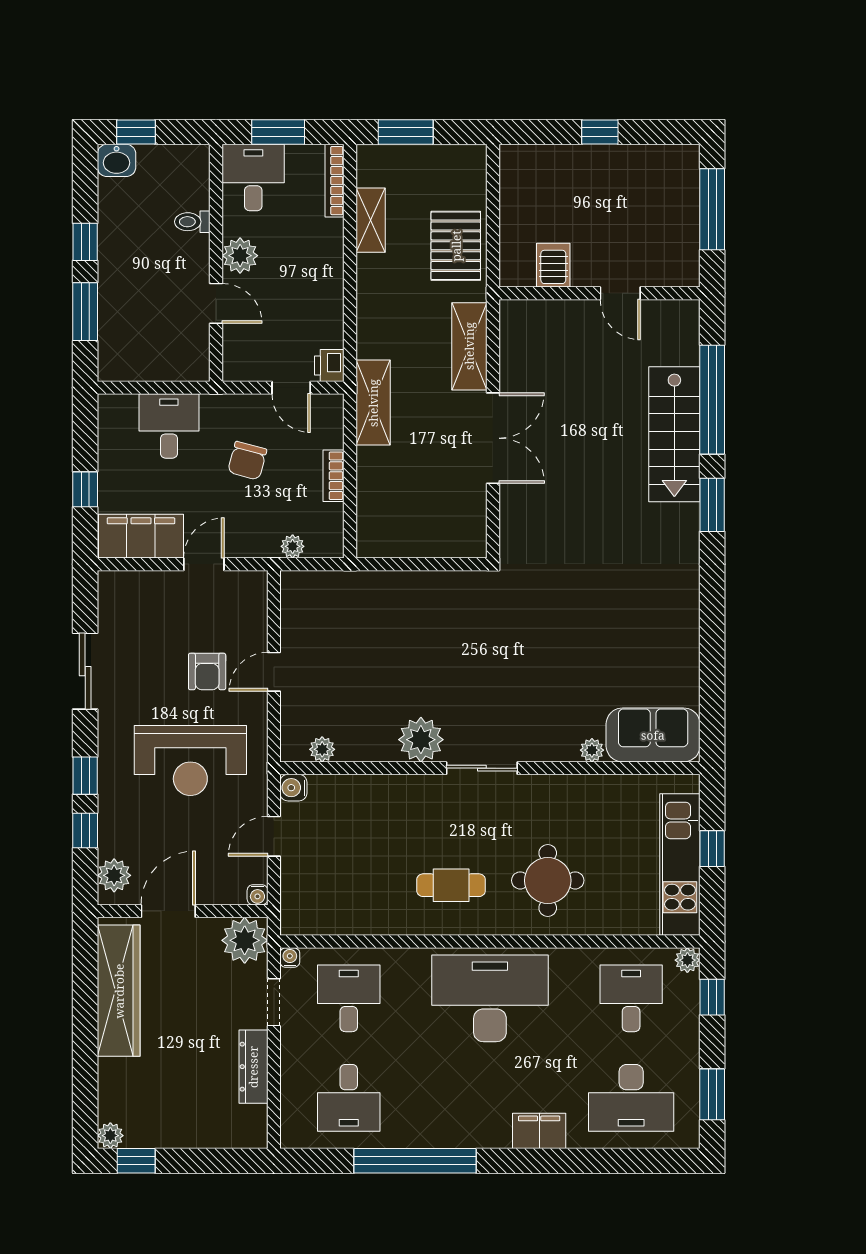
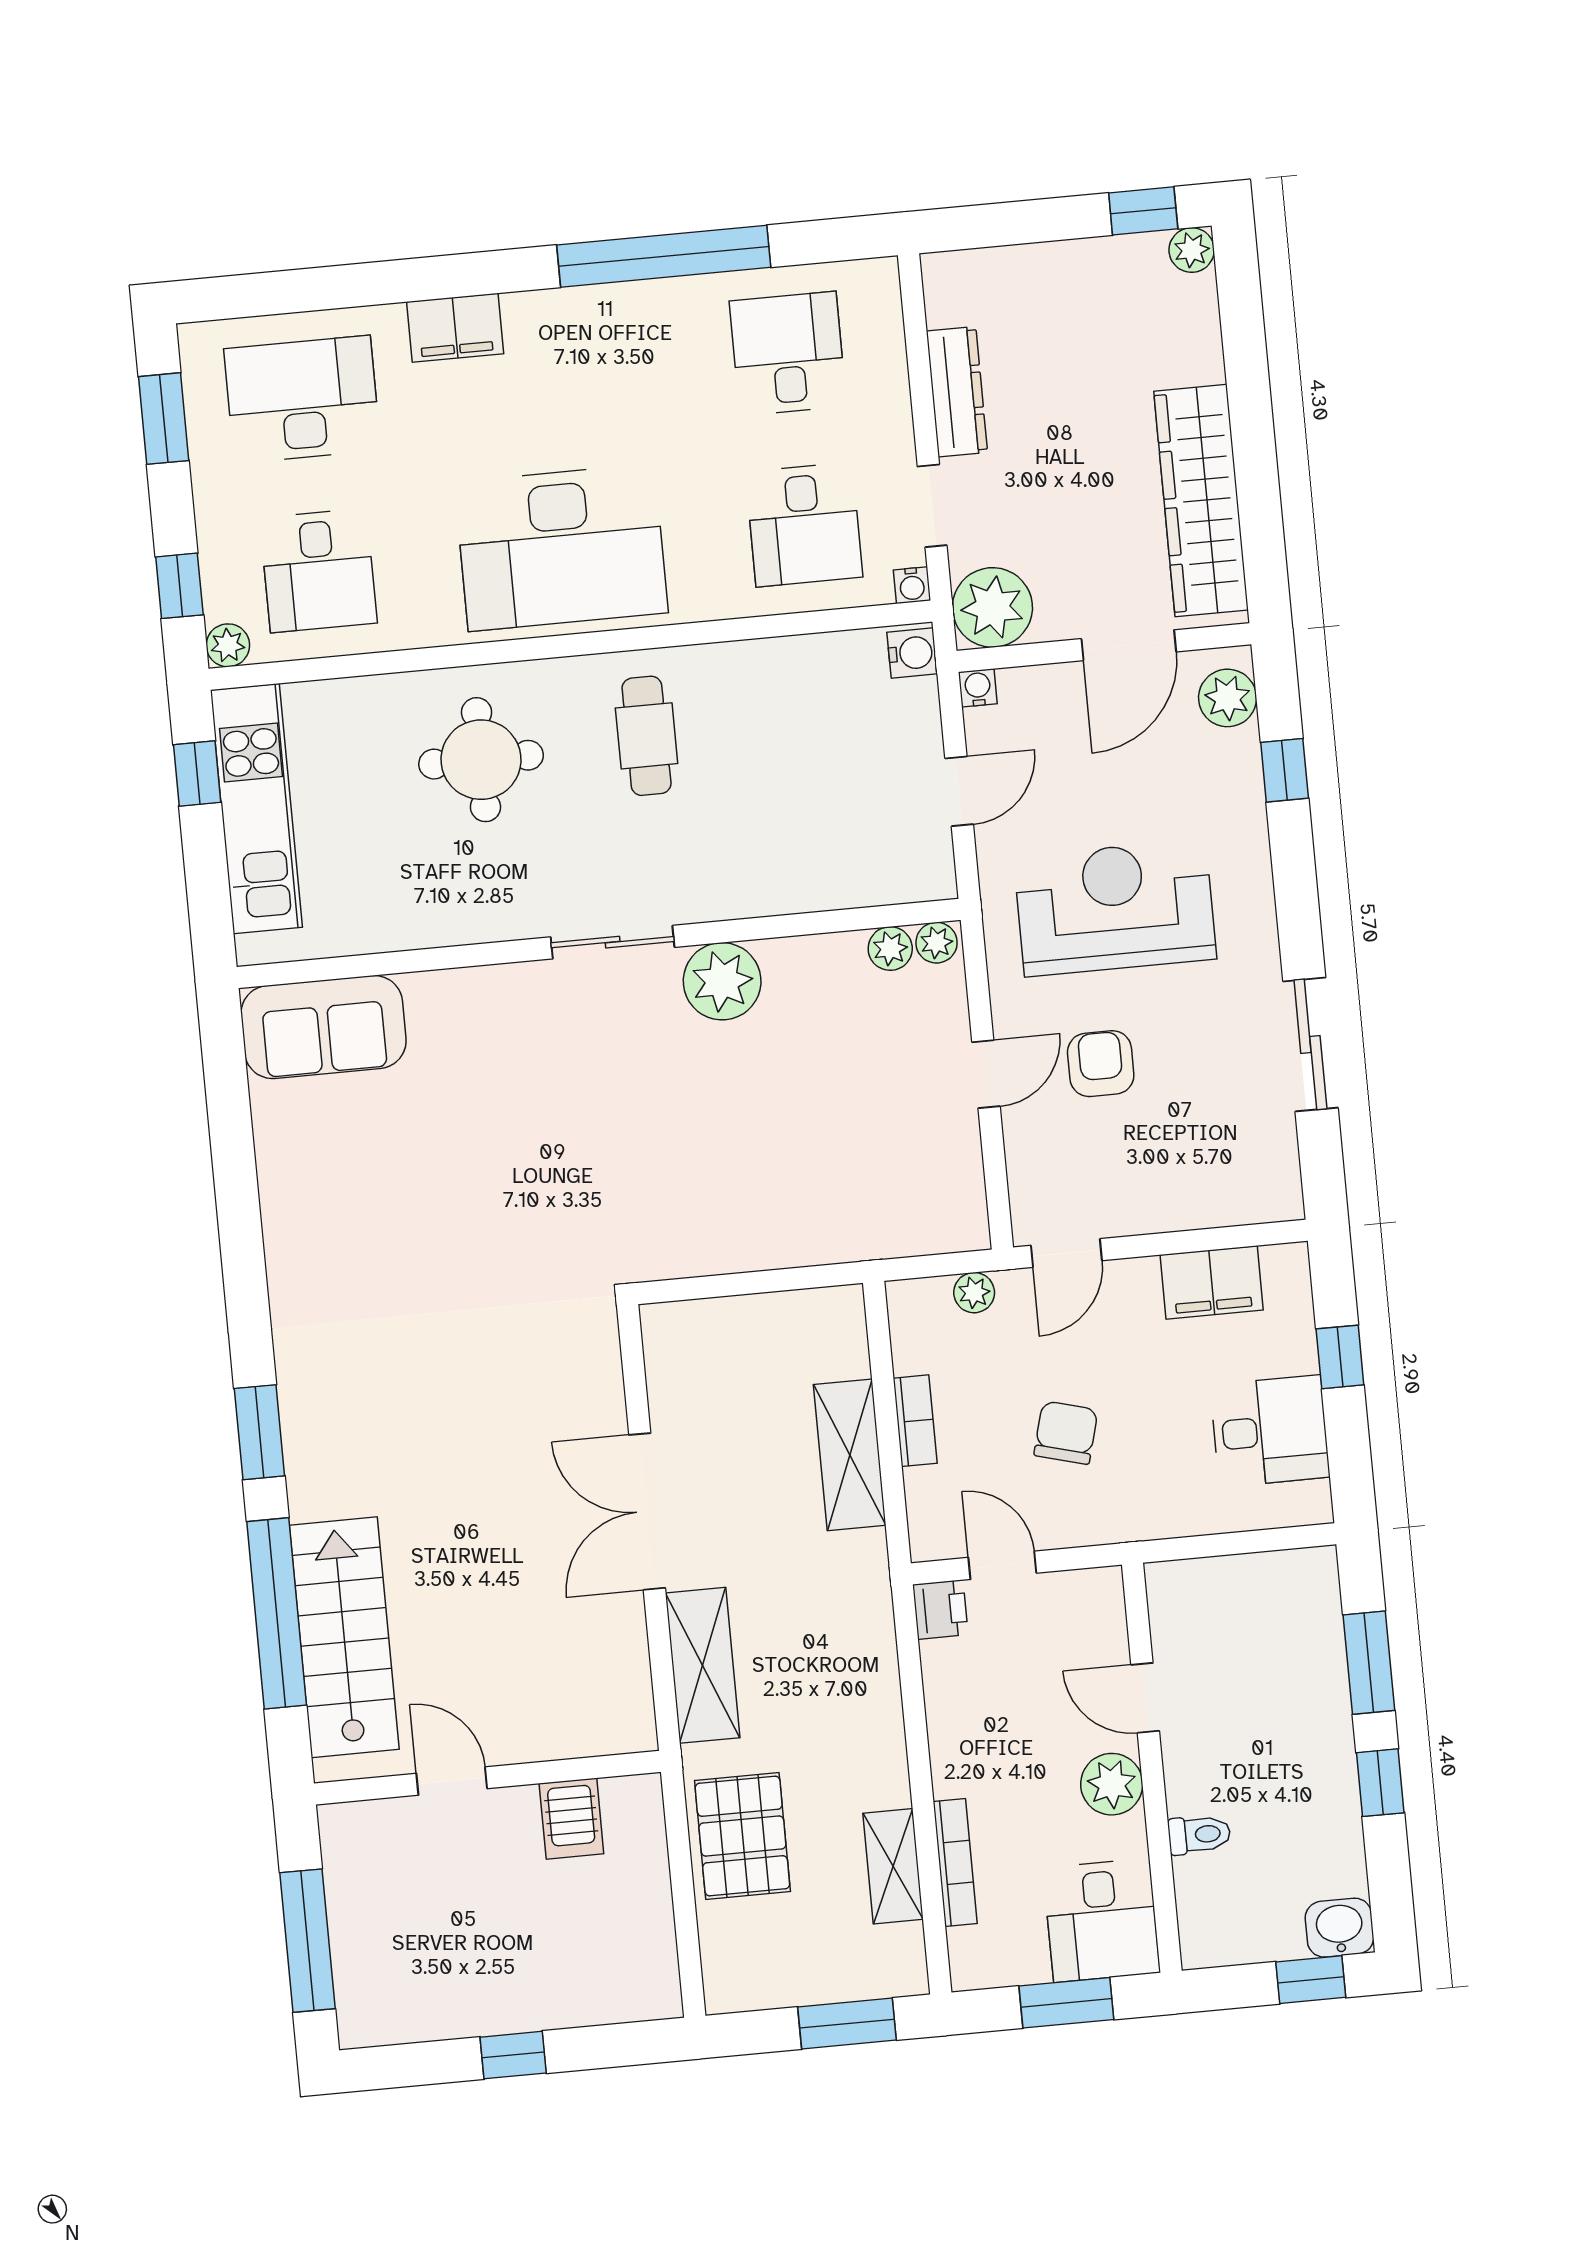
bookcase: (335, 181) -> (955, 1863), moved
shelving: (373, 403) -> (850, 1455), moved
desk: (169, 426) -> (1270, 1431), moved, turned -90
stairs: (674, 434) -> (344, 1637), moved
filing cabinet: (141, 536) -> (1212, 1282), width x0.67, depth x0.86
door: (204, 564) -> (1066, 1253), moved
plant: (592, 750) -> (937, 943), moved
window: (85, 776) -> (1293, 865), removed
water cooler: (293, 788) -> (912, 653), moved
window: (712, 849) -> (197, 773), moved
cafe table: (451, 885) -> (647, 736), turned 90

